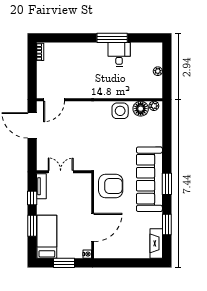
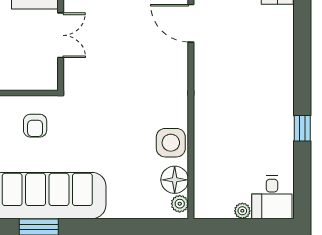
window: (112, 38) -> (302, 128), width x0.46
desk: (119, 54) -> (272, 197), moved, turned 90
armchair: (111, 186) -> (35, 126), width x0.53, depth x0.53

